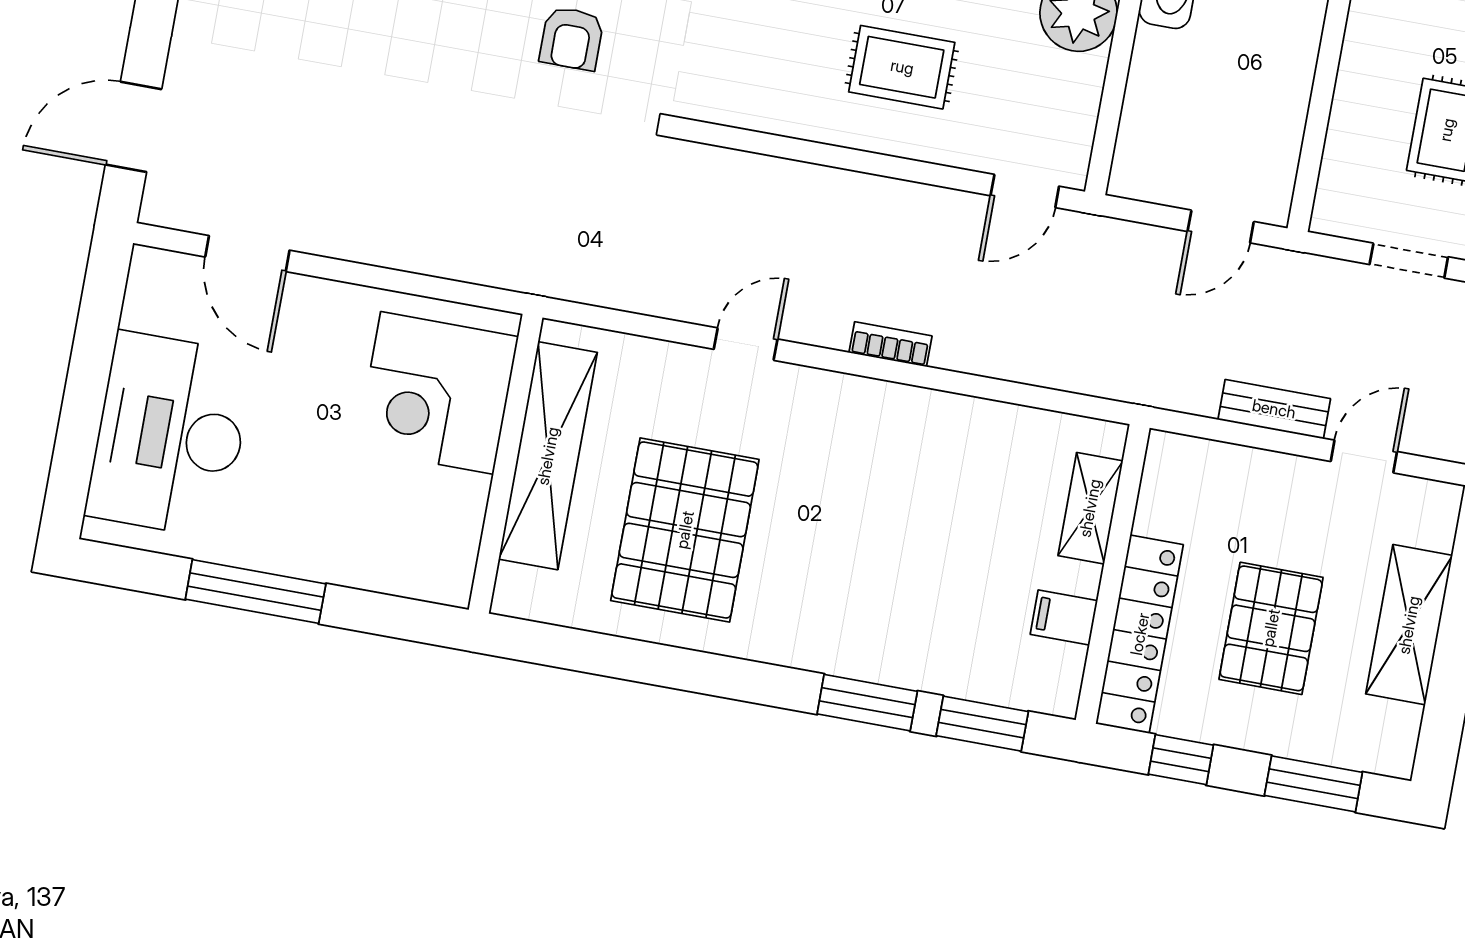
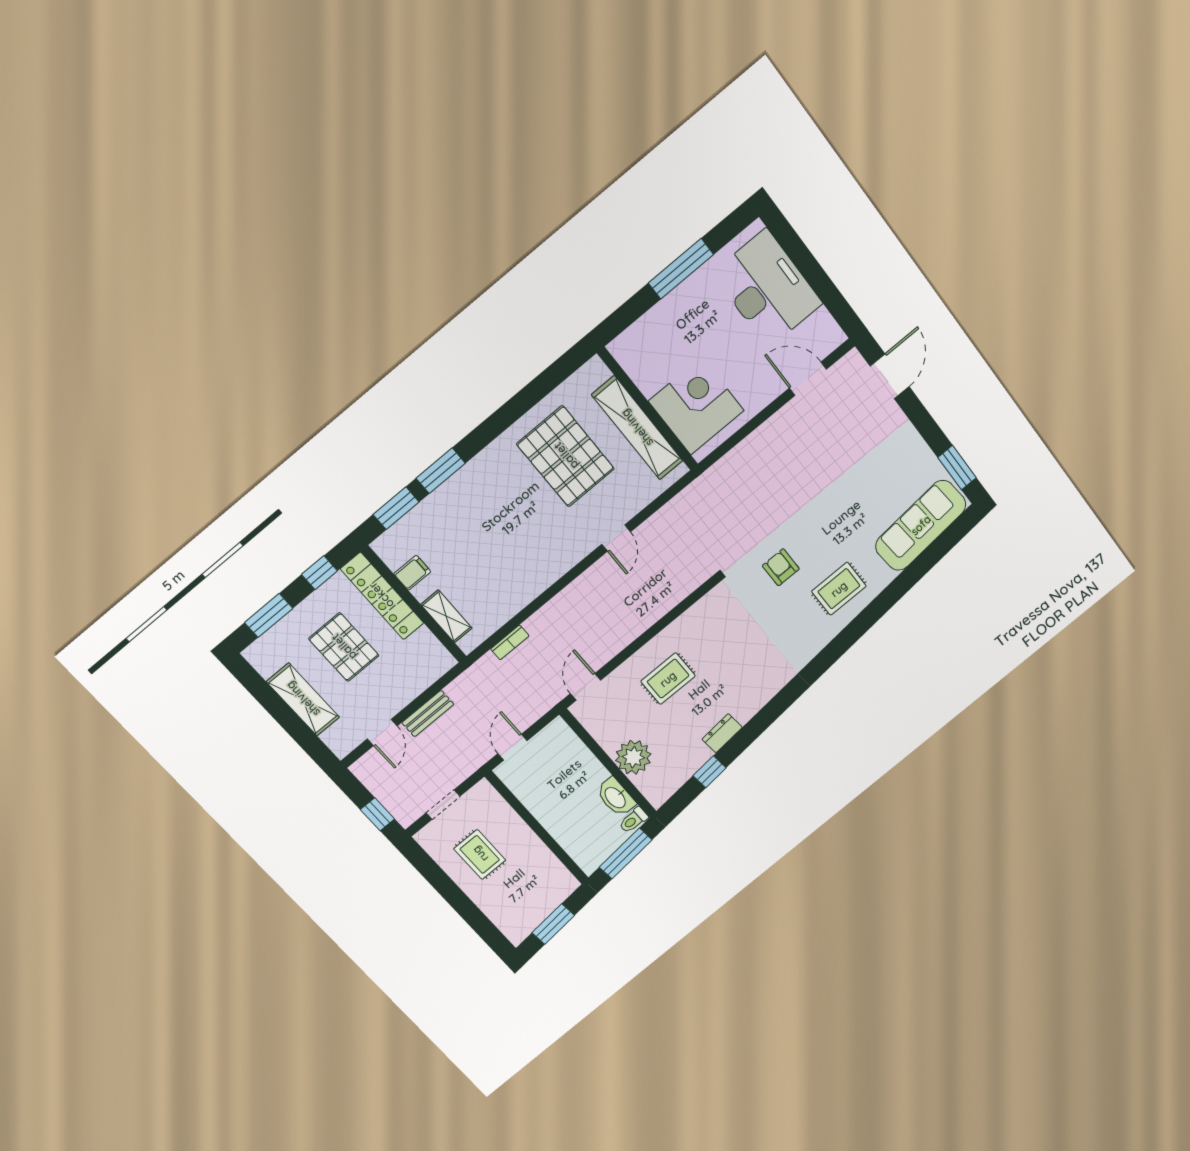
bookcase: (891, 344) -> (510, 642), moved

